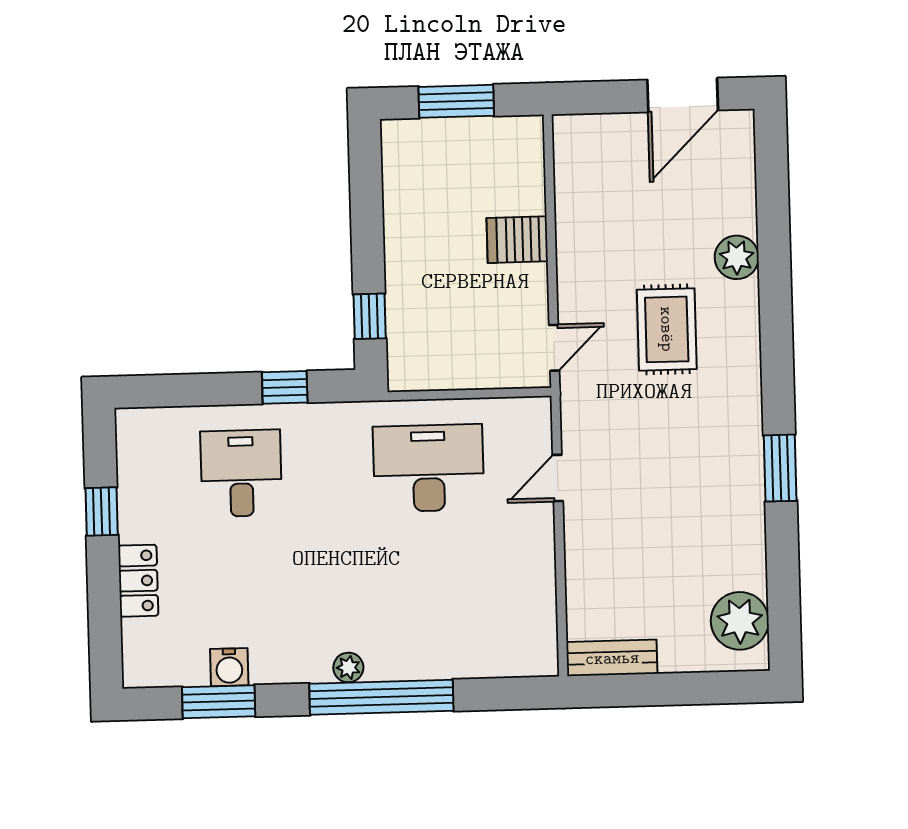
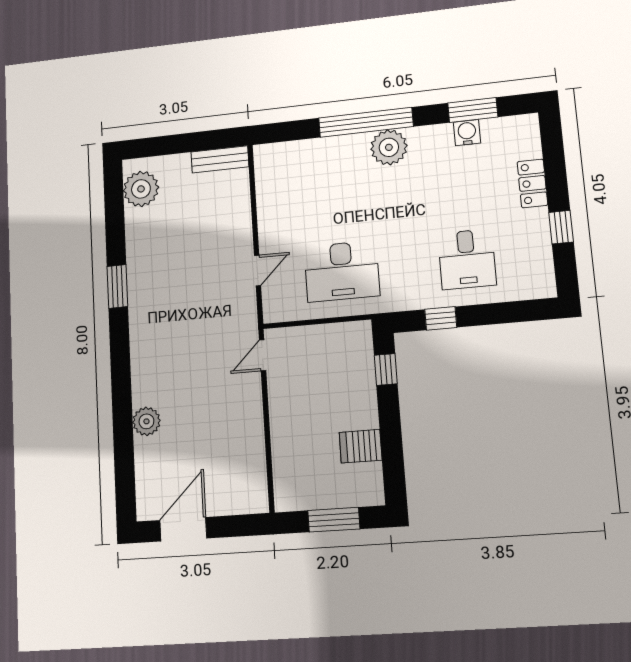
server rack: (517, 240) -> (361, 446), moved, turned 180
rug: (667, 329) -> (190, 372), removed
plant: (348, 668) -> (389, 147), width x1.88, depth x1.88

